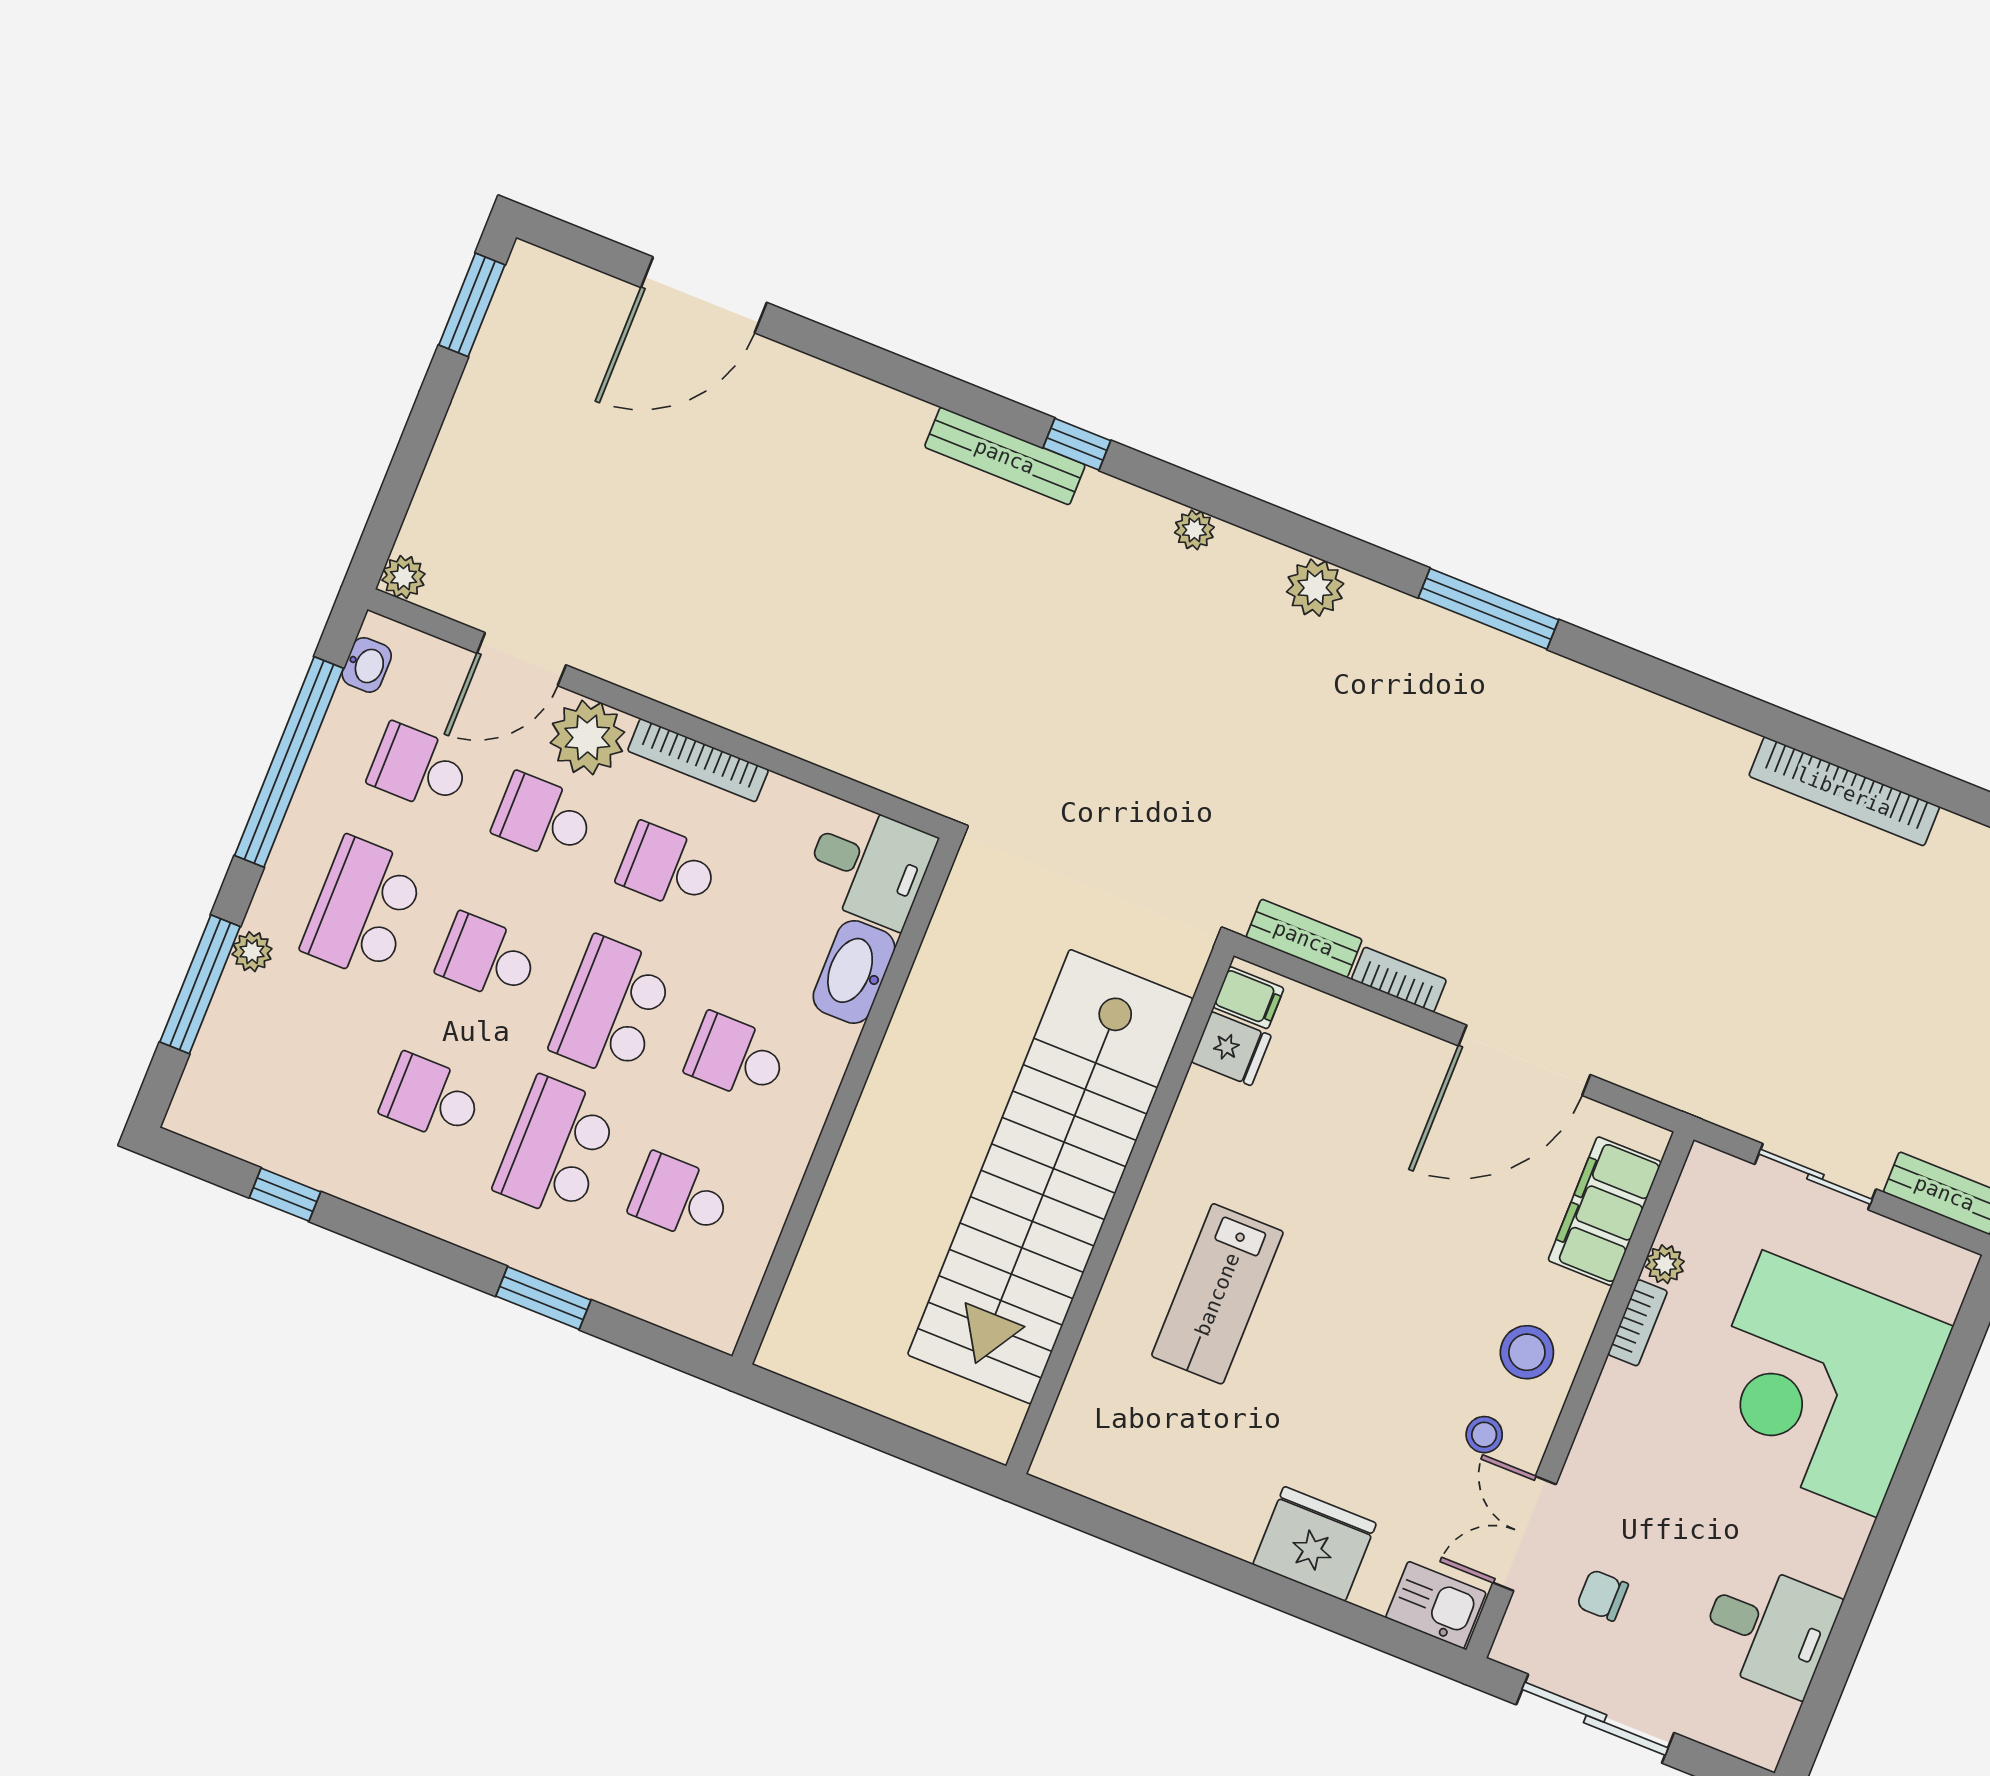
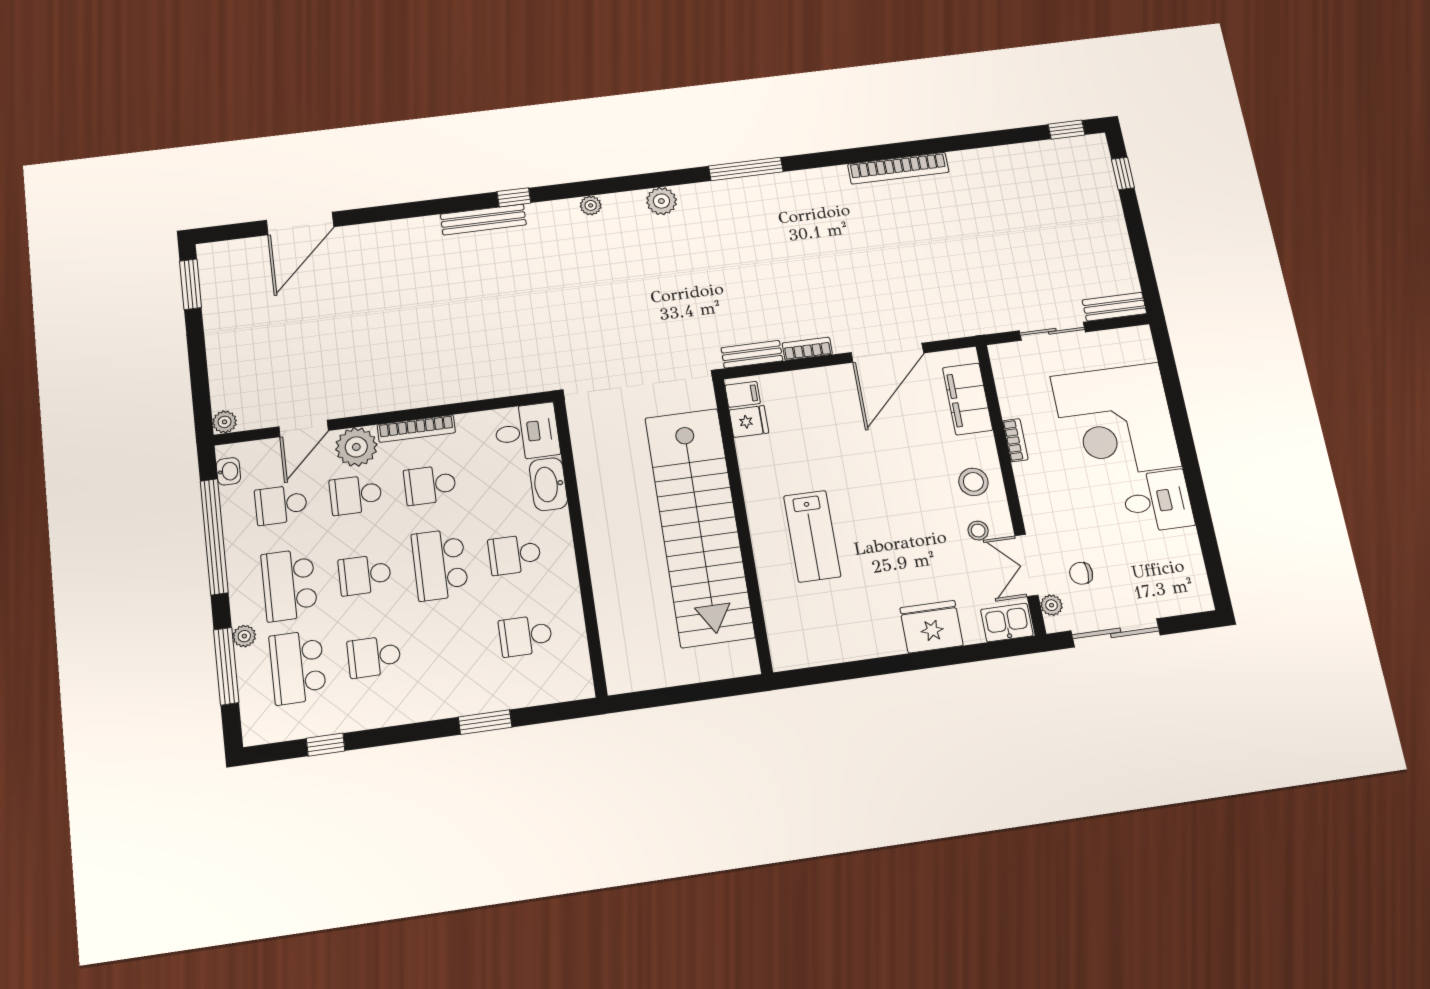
bookcase: (1844, 791) -> (898, 168), moved
school desk: (556, 1148) -> (298, 667), moved
plant: (1665, 1264) -> (1052, 605), moved
desk: (1769, 1629) -> (1157, 501), moved

